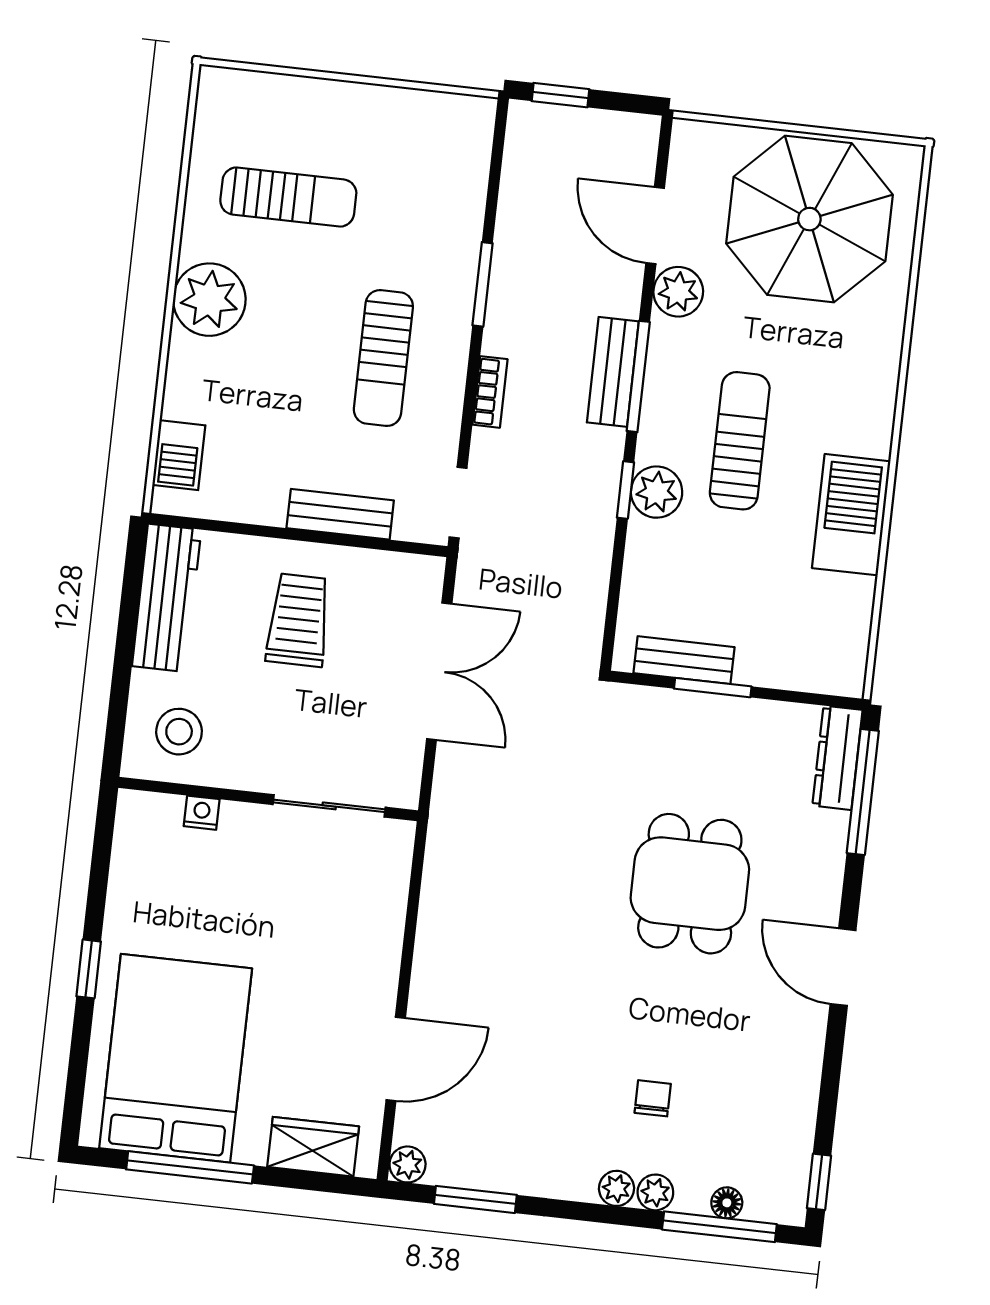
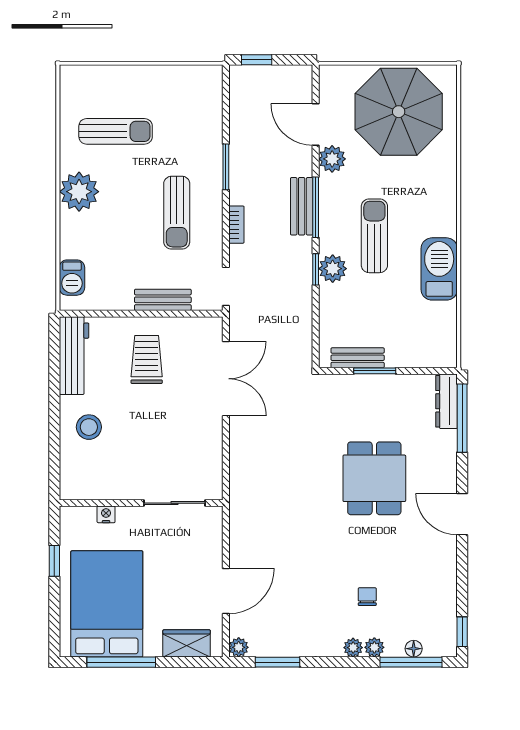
wall: (268, 799) -> (141, 503), moved
sliding door: (329, 806) -> (175, 503), moved
nightstand: (202, 813) -> (106, 514), moved

